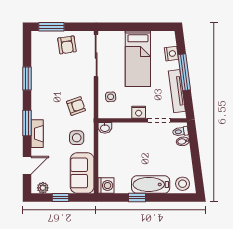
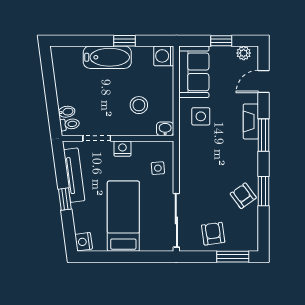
nightstand: (171, 54) -> (84, 242), moved
window: (184, 72) -> (65, 199), width x0.46
armchair: (76, 106) -> (243, 196), moved, turned 73
stool: (183, 184) -> (139, 105), moved

